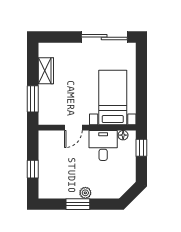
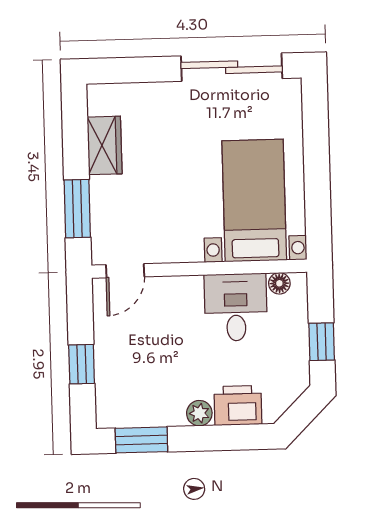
door: (73, 128) -> (125, 271), moved
window: (141, 148) -> (322, 342), moved
printer: (103, 190) -> (238, 405), added
window: (78, 204) -> (141, 440), moved

